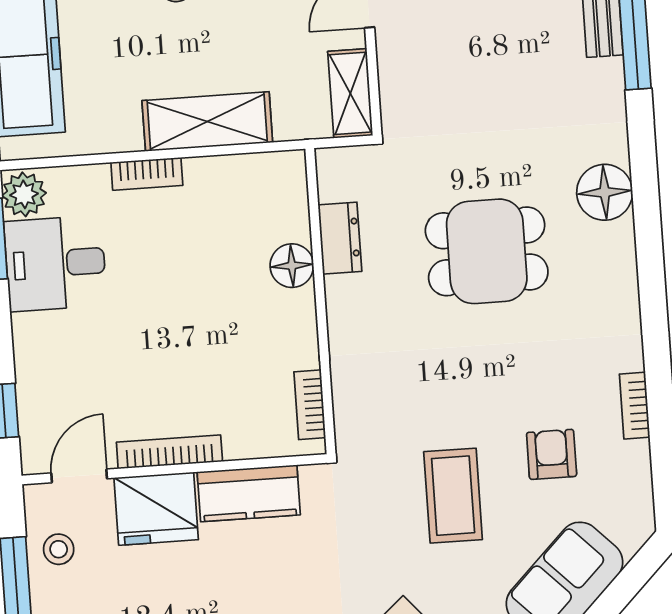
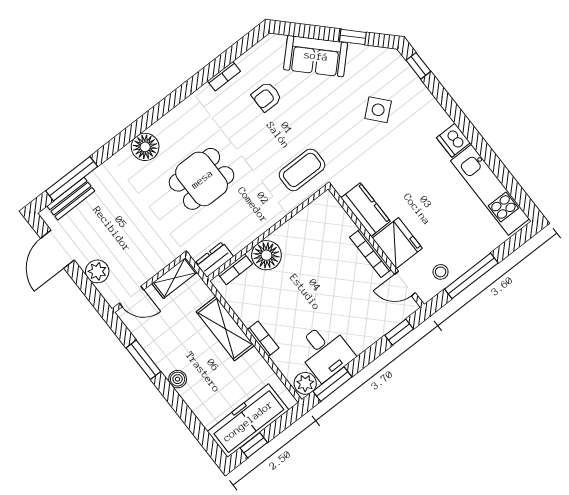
dresser: (340, 238) -> (214, 260), moved
dining table: (487, 251) -> (202, 179), turned 90
floor lamp: (292, 266) -> (266, 255), width x1.38, depth x1.38
bookcase: (310, 405) -> (235, 269), moved
coffee table: (453, 496) -> (302, 170), moved

